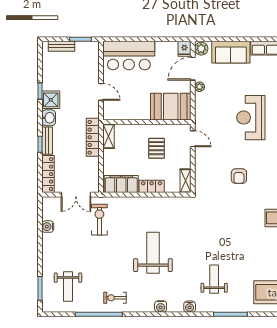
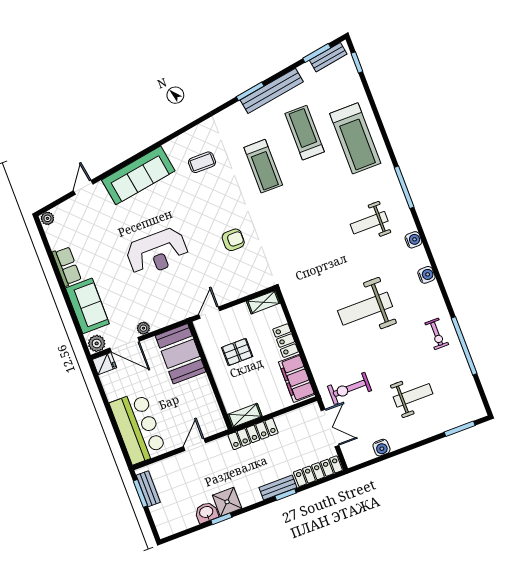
bench: (61, 46) -> (148, 489), moved
washbasin: (49, 118) -> (206, 512), moved
weight bench: (68, 287) -> (413, 395), moved

